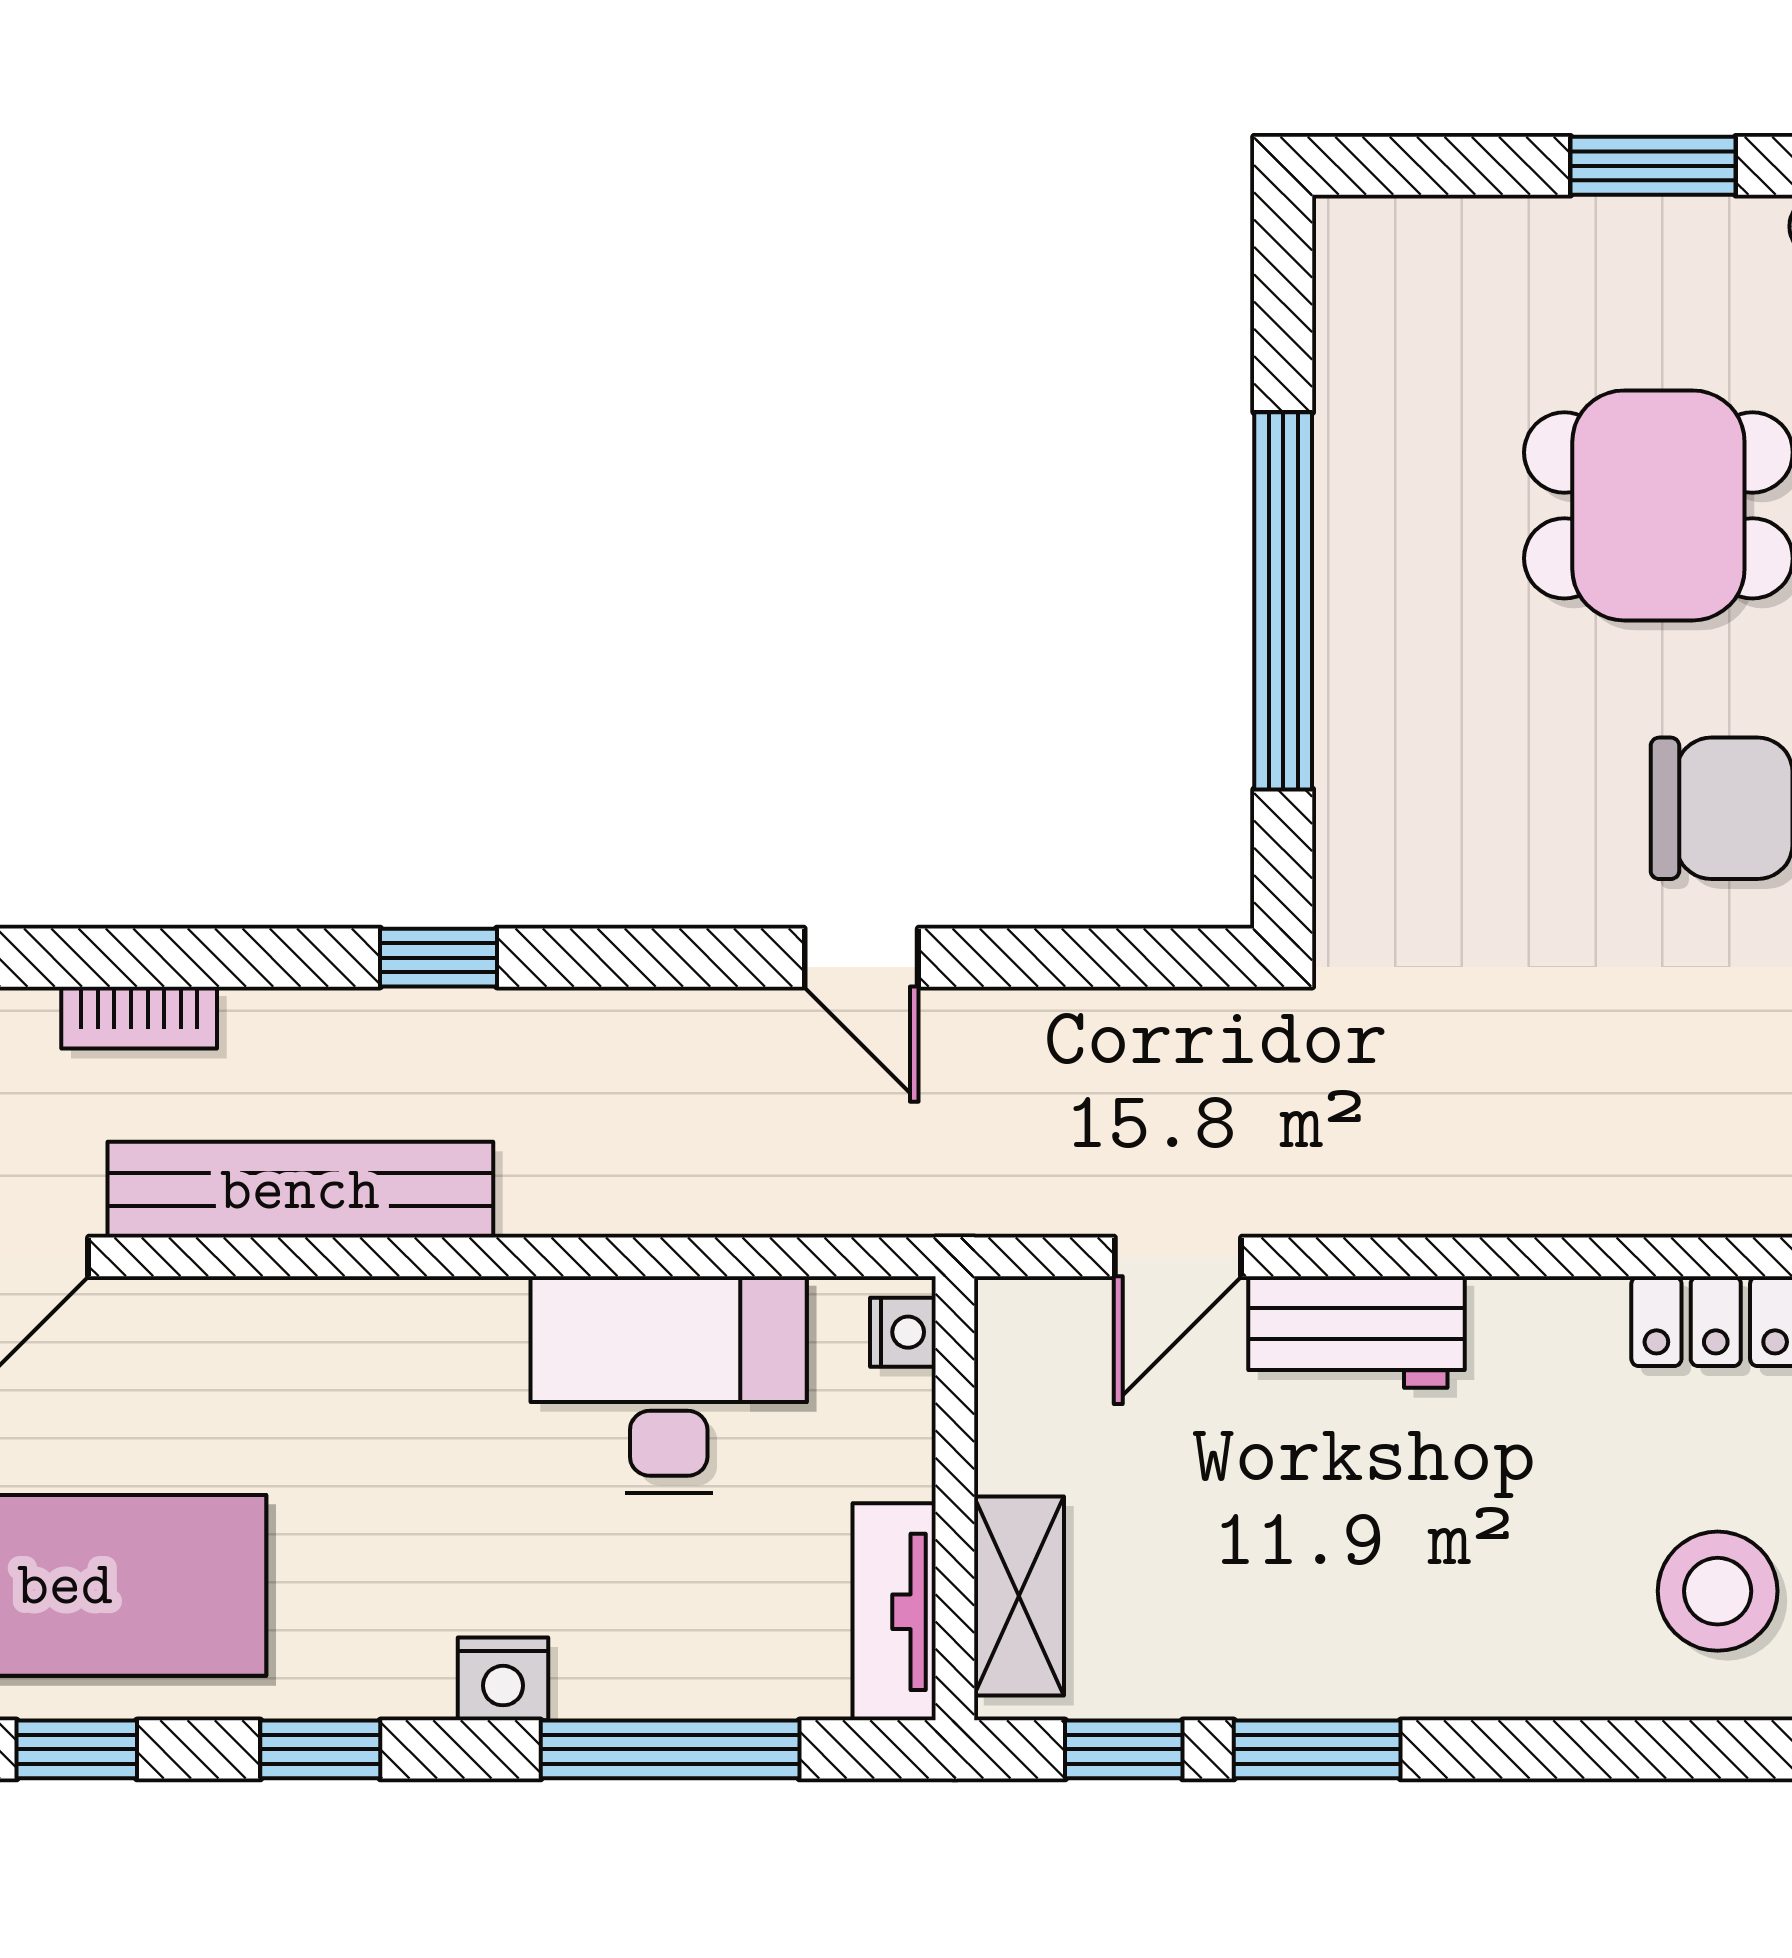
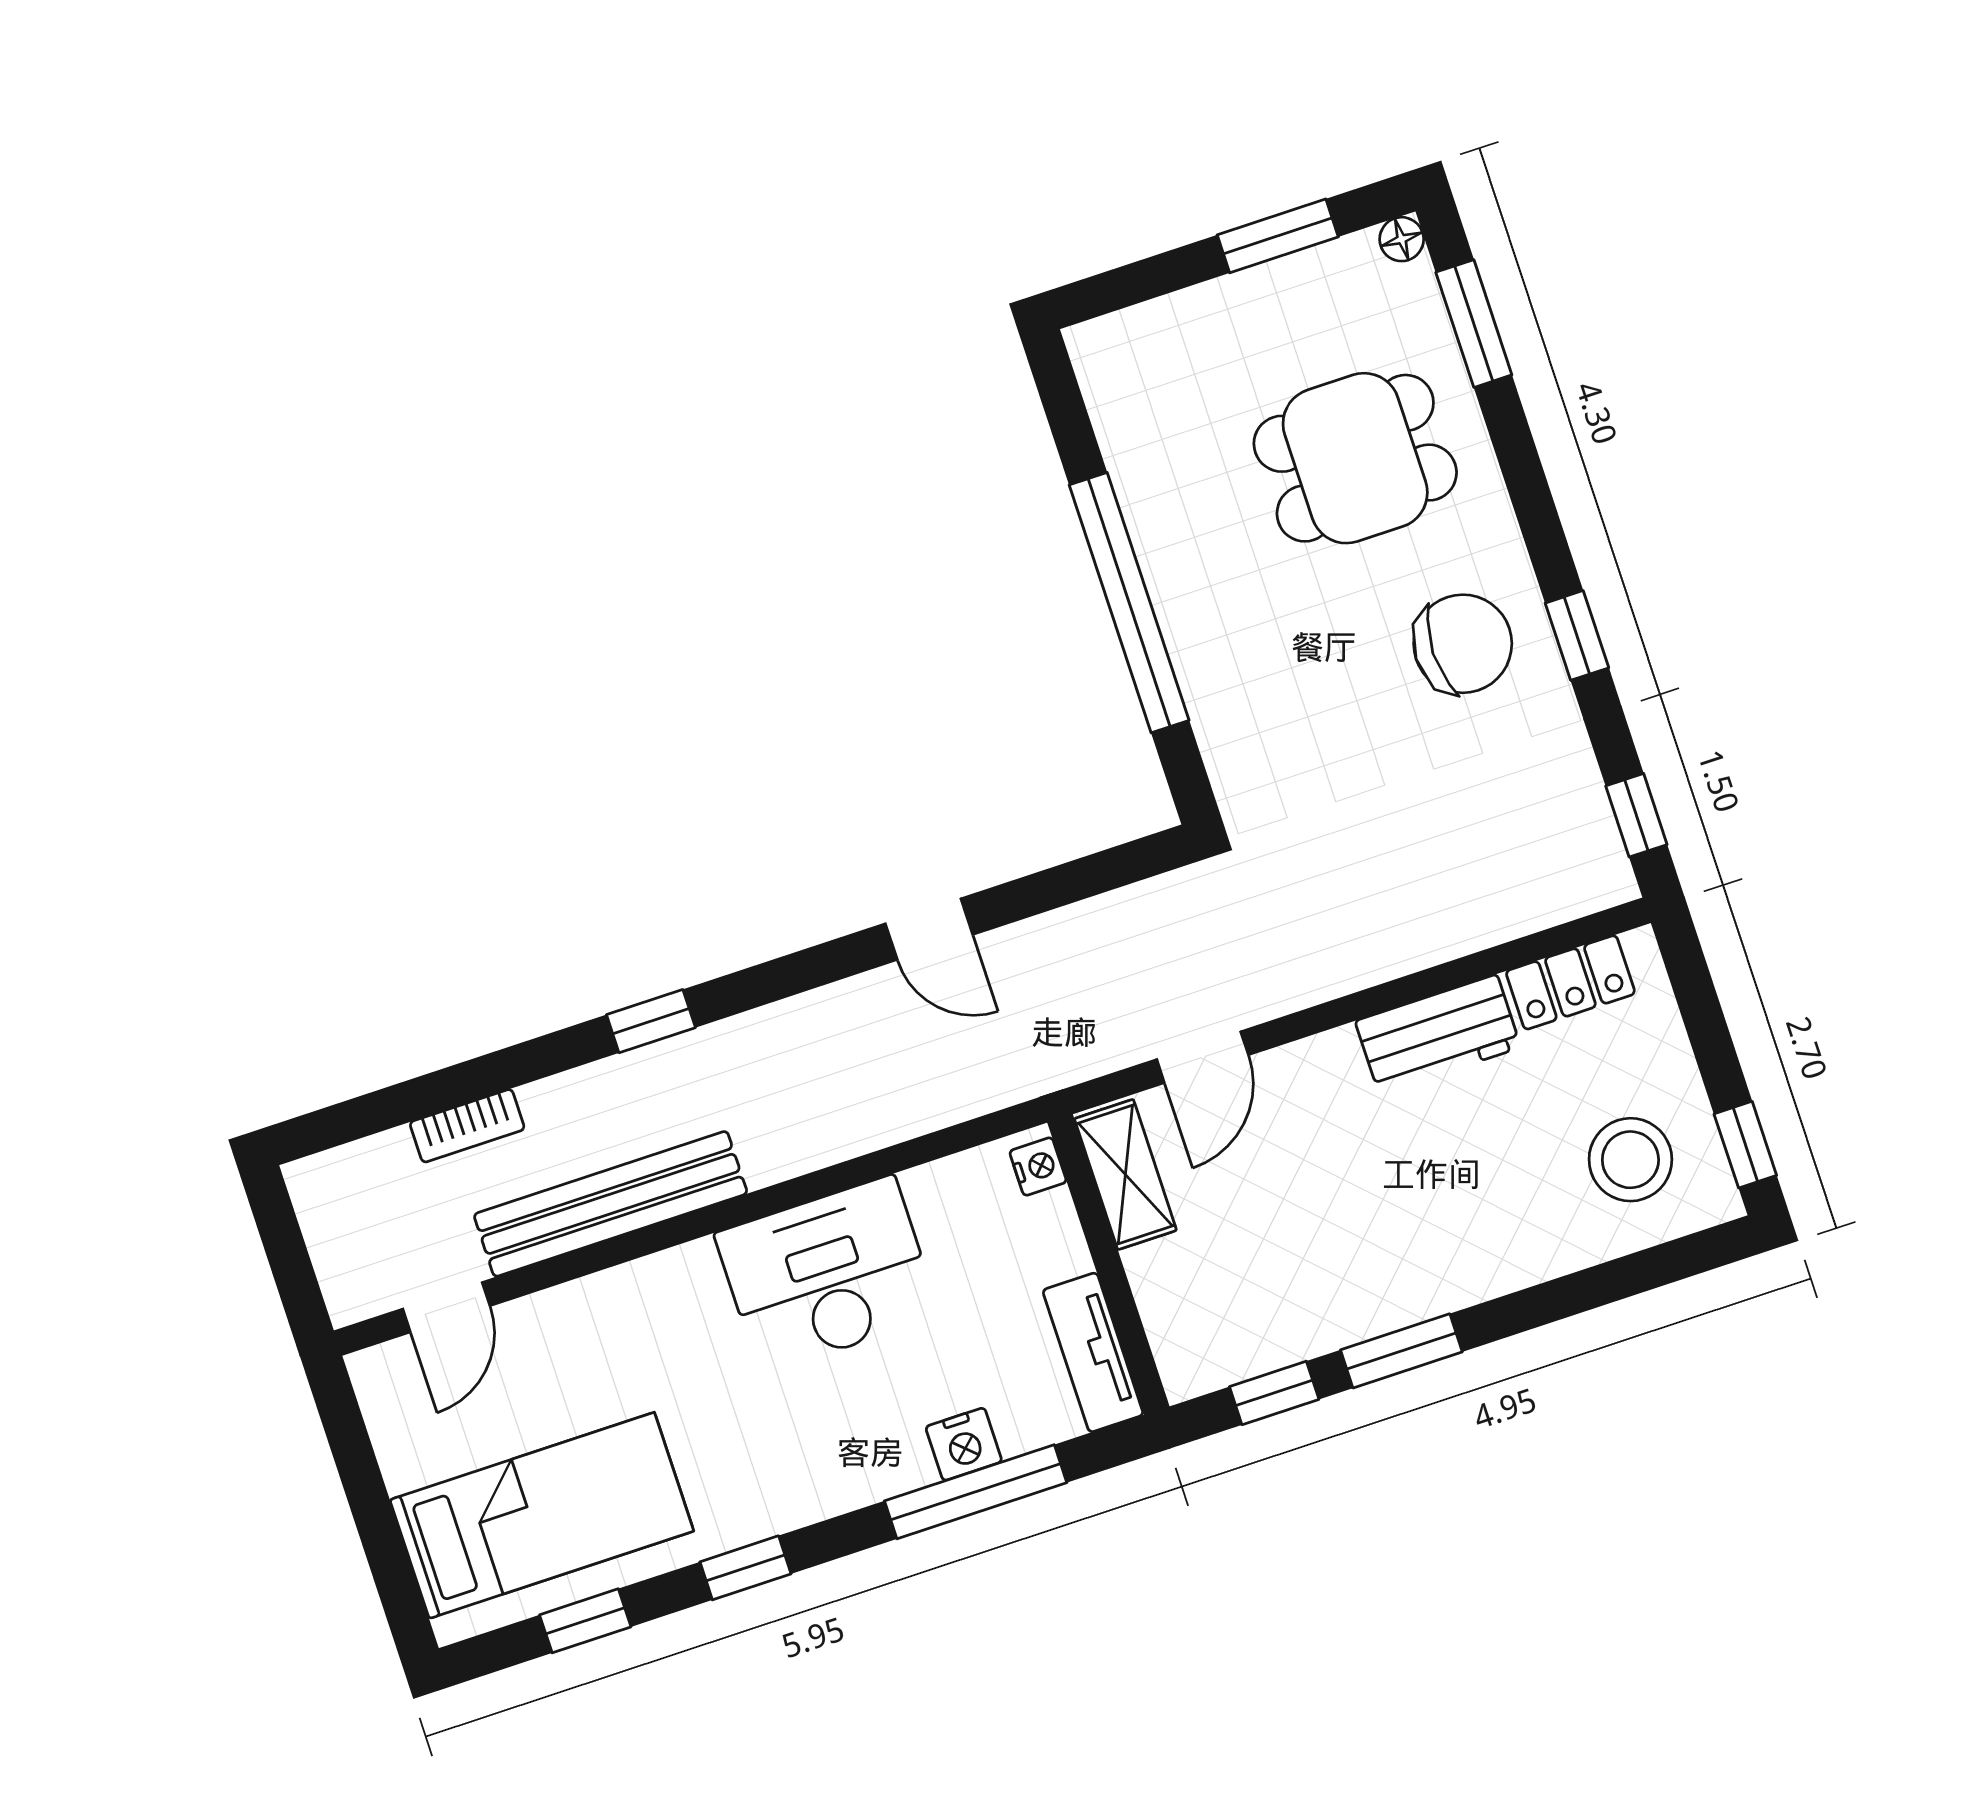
workbench: (1356, 1332) -> (1438, 1034), moved
desk: (669, 1385) -> (827, 1275), moved
shelving: (1019, 1596) -> (1125, 1174), moved
nightstand: (503, 1679) -> (964, 1444), moved

